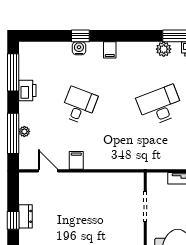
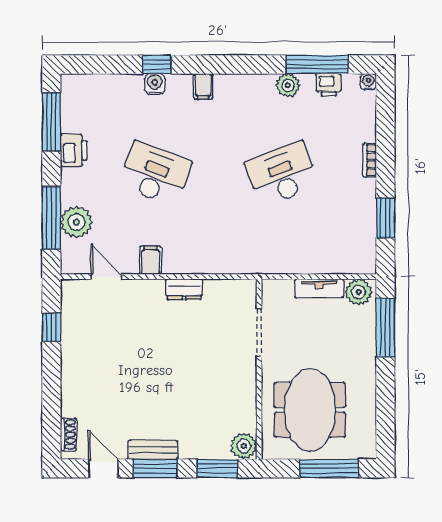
desk: (79, 106) -> (155, 174), width x1.37
plant: (24, 132) -> (76, 222), width x1.87, depth x1.87
dresser: (26, 216) -> (184, 289), moved, turned 90
window: (13, 220) -> (51, 327), moved

